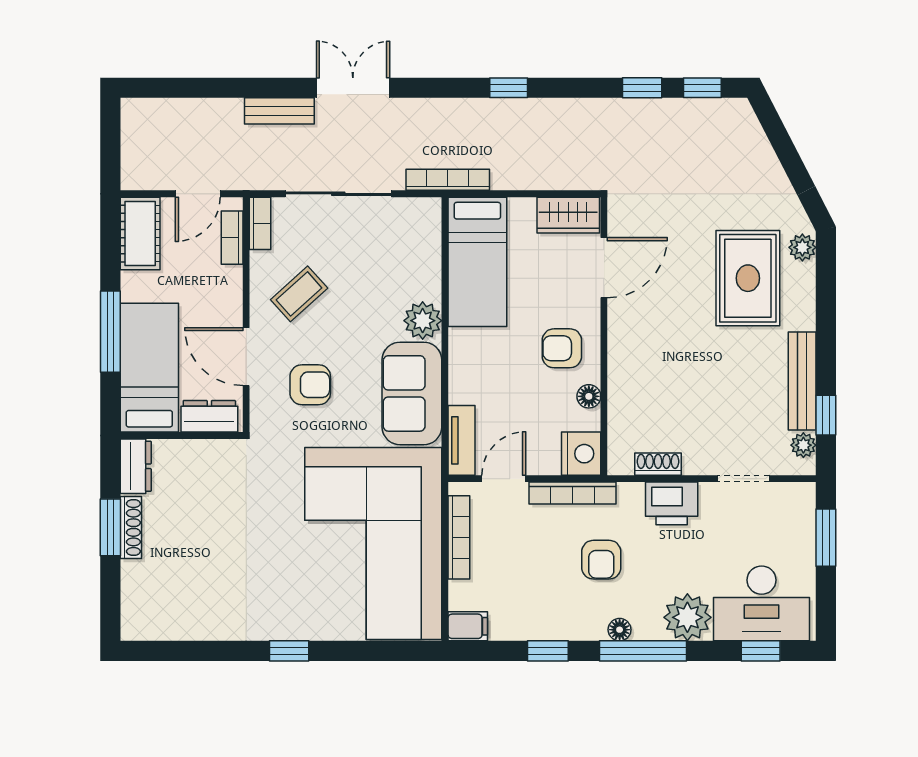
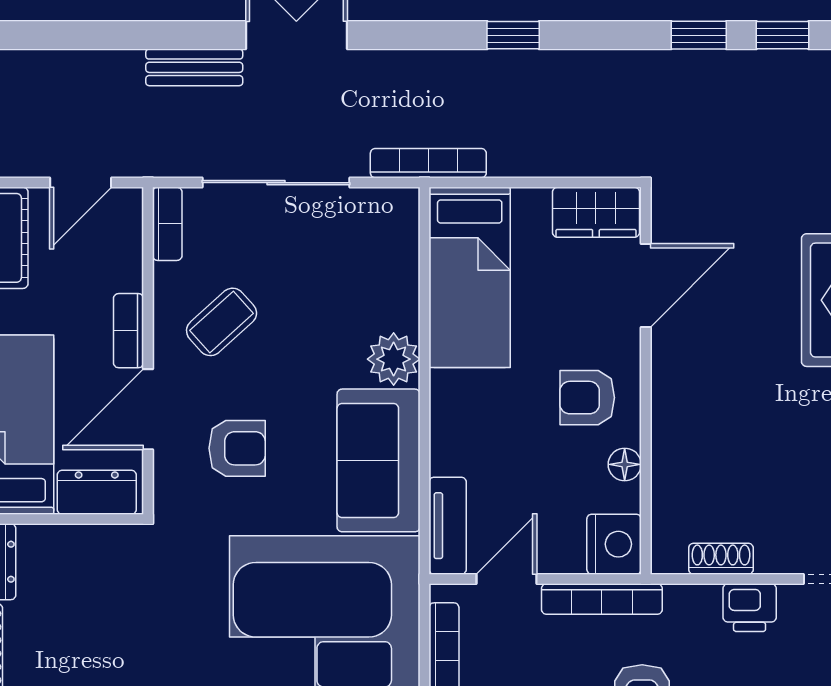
bookcase: (232, 238) -> (128, 331), moved
door: (246, 357) -> (148, 409), hinge flipped
printer: (672, 503) -> (750, 608), width x0.73, depth x0.81

